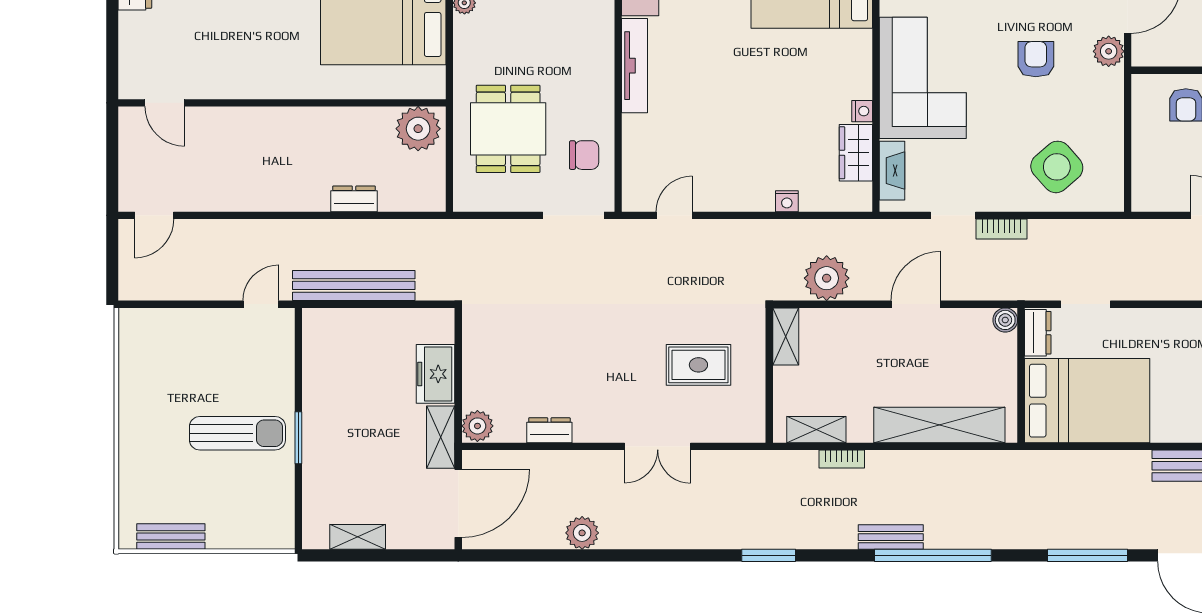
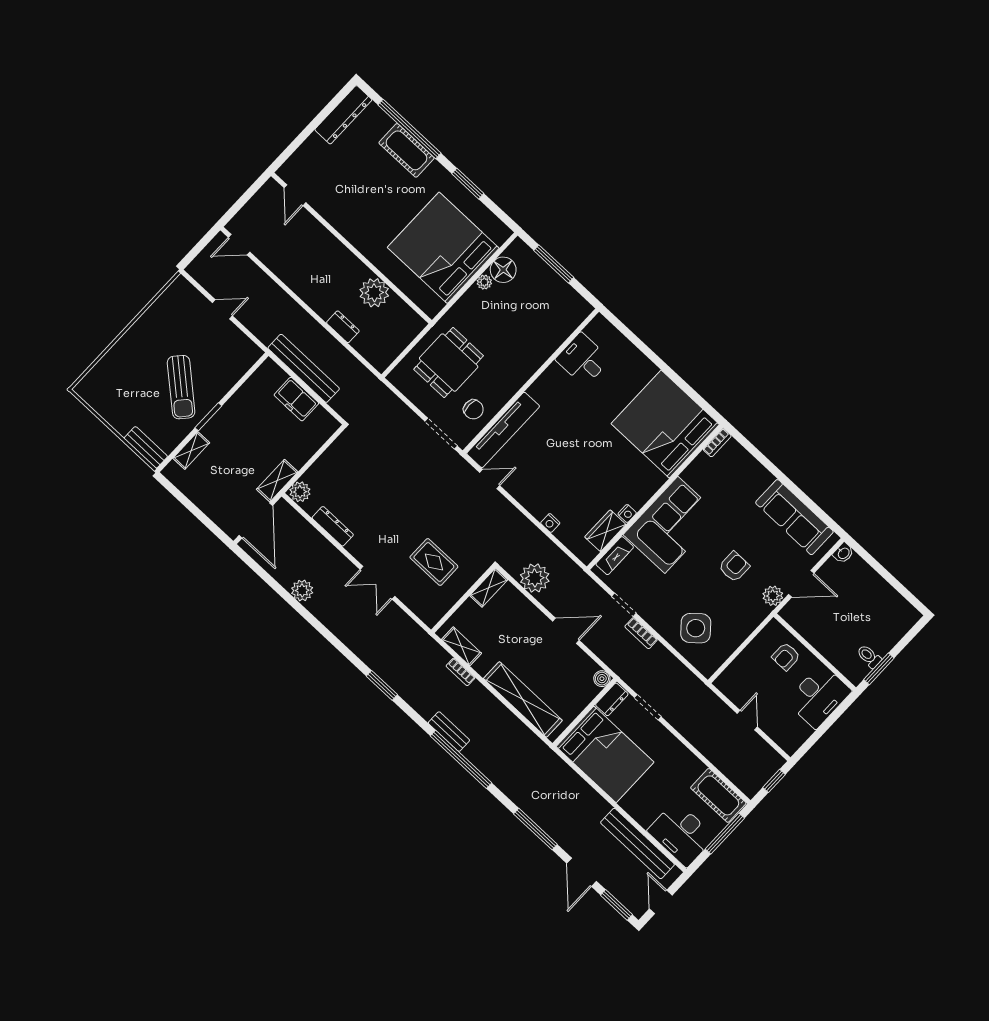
tv unit: (635, 66) -> (503, 430), moved, width x1.36, depth x1.29
plant: (418, 129) -> (374, 293), moved
door: (261, 304) -> (222, 309), moved
freezer: (435, 374) -> (296, 399), moved, turned -90
dresser: (549, 430) -> (333, 526), width x1.44
sun lounger: (237, 433) -> (181, 387), turned 41
door: (458, 503) -> (256, 520), hinge flipped
bench: (171, 537) -> (146, 447), moved
shelving: (358, 537) -> (191, 451), moved, turned 90

